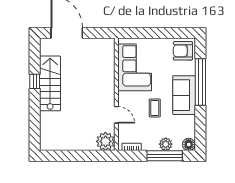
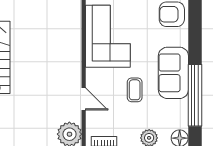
window: (200, 82) -> (195, 95), moved

